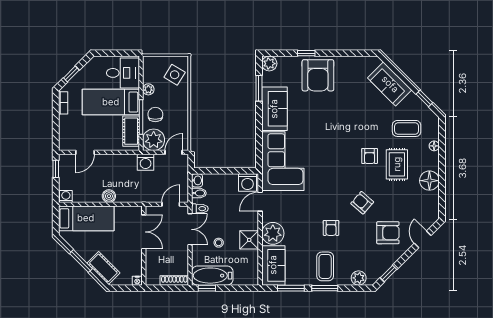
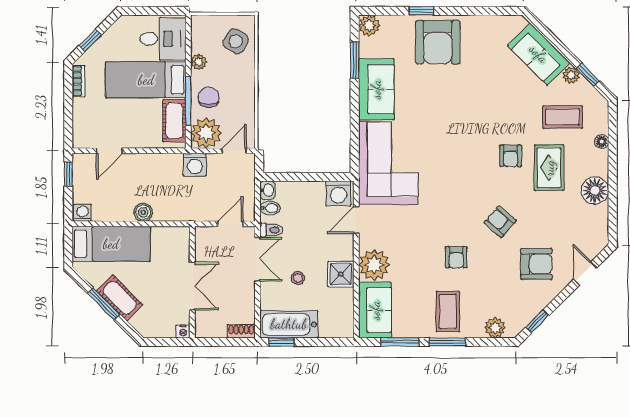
plant: (413, 99) -> (571, 75), added
double door: (144, 232) -> (192, 286), moved
cot: (103, 268) -> (120, 298), moved
shoe rack: (174, 280) -> (241, 331), width x0.70

